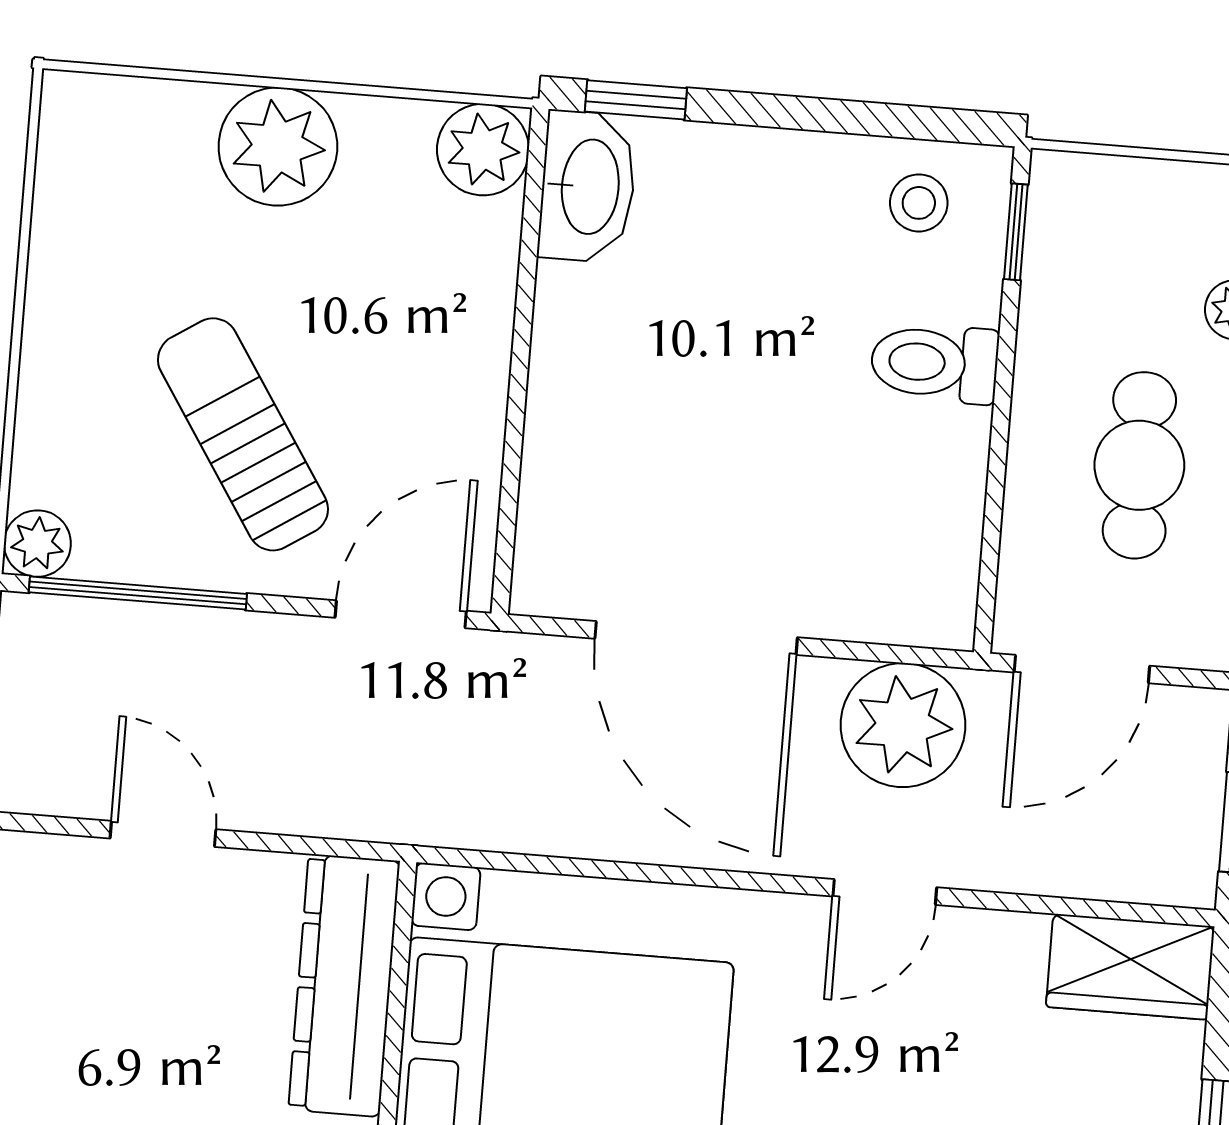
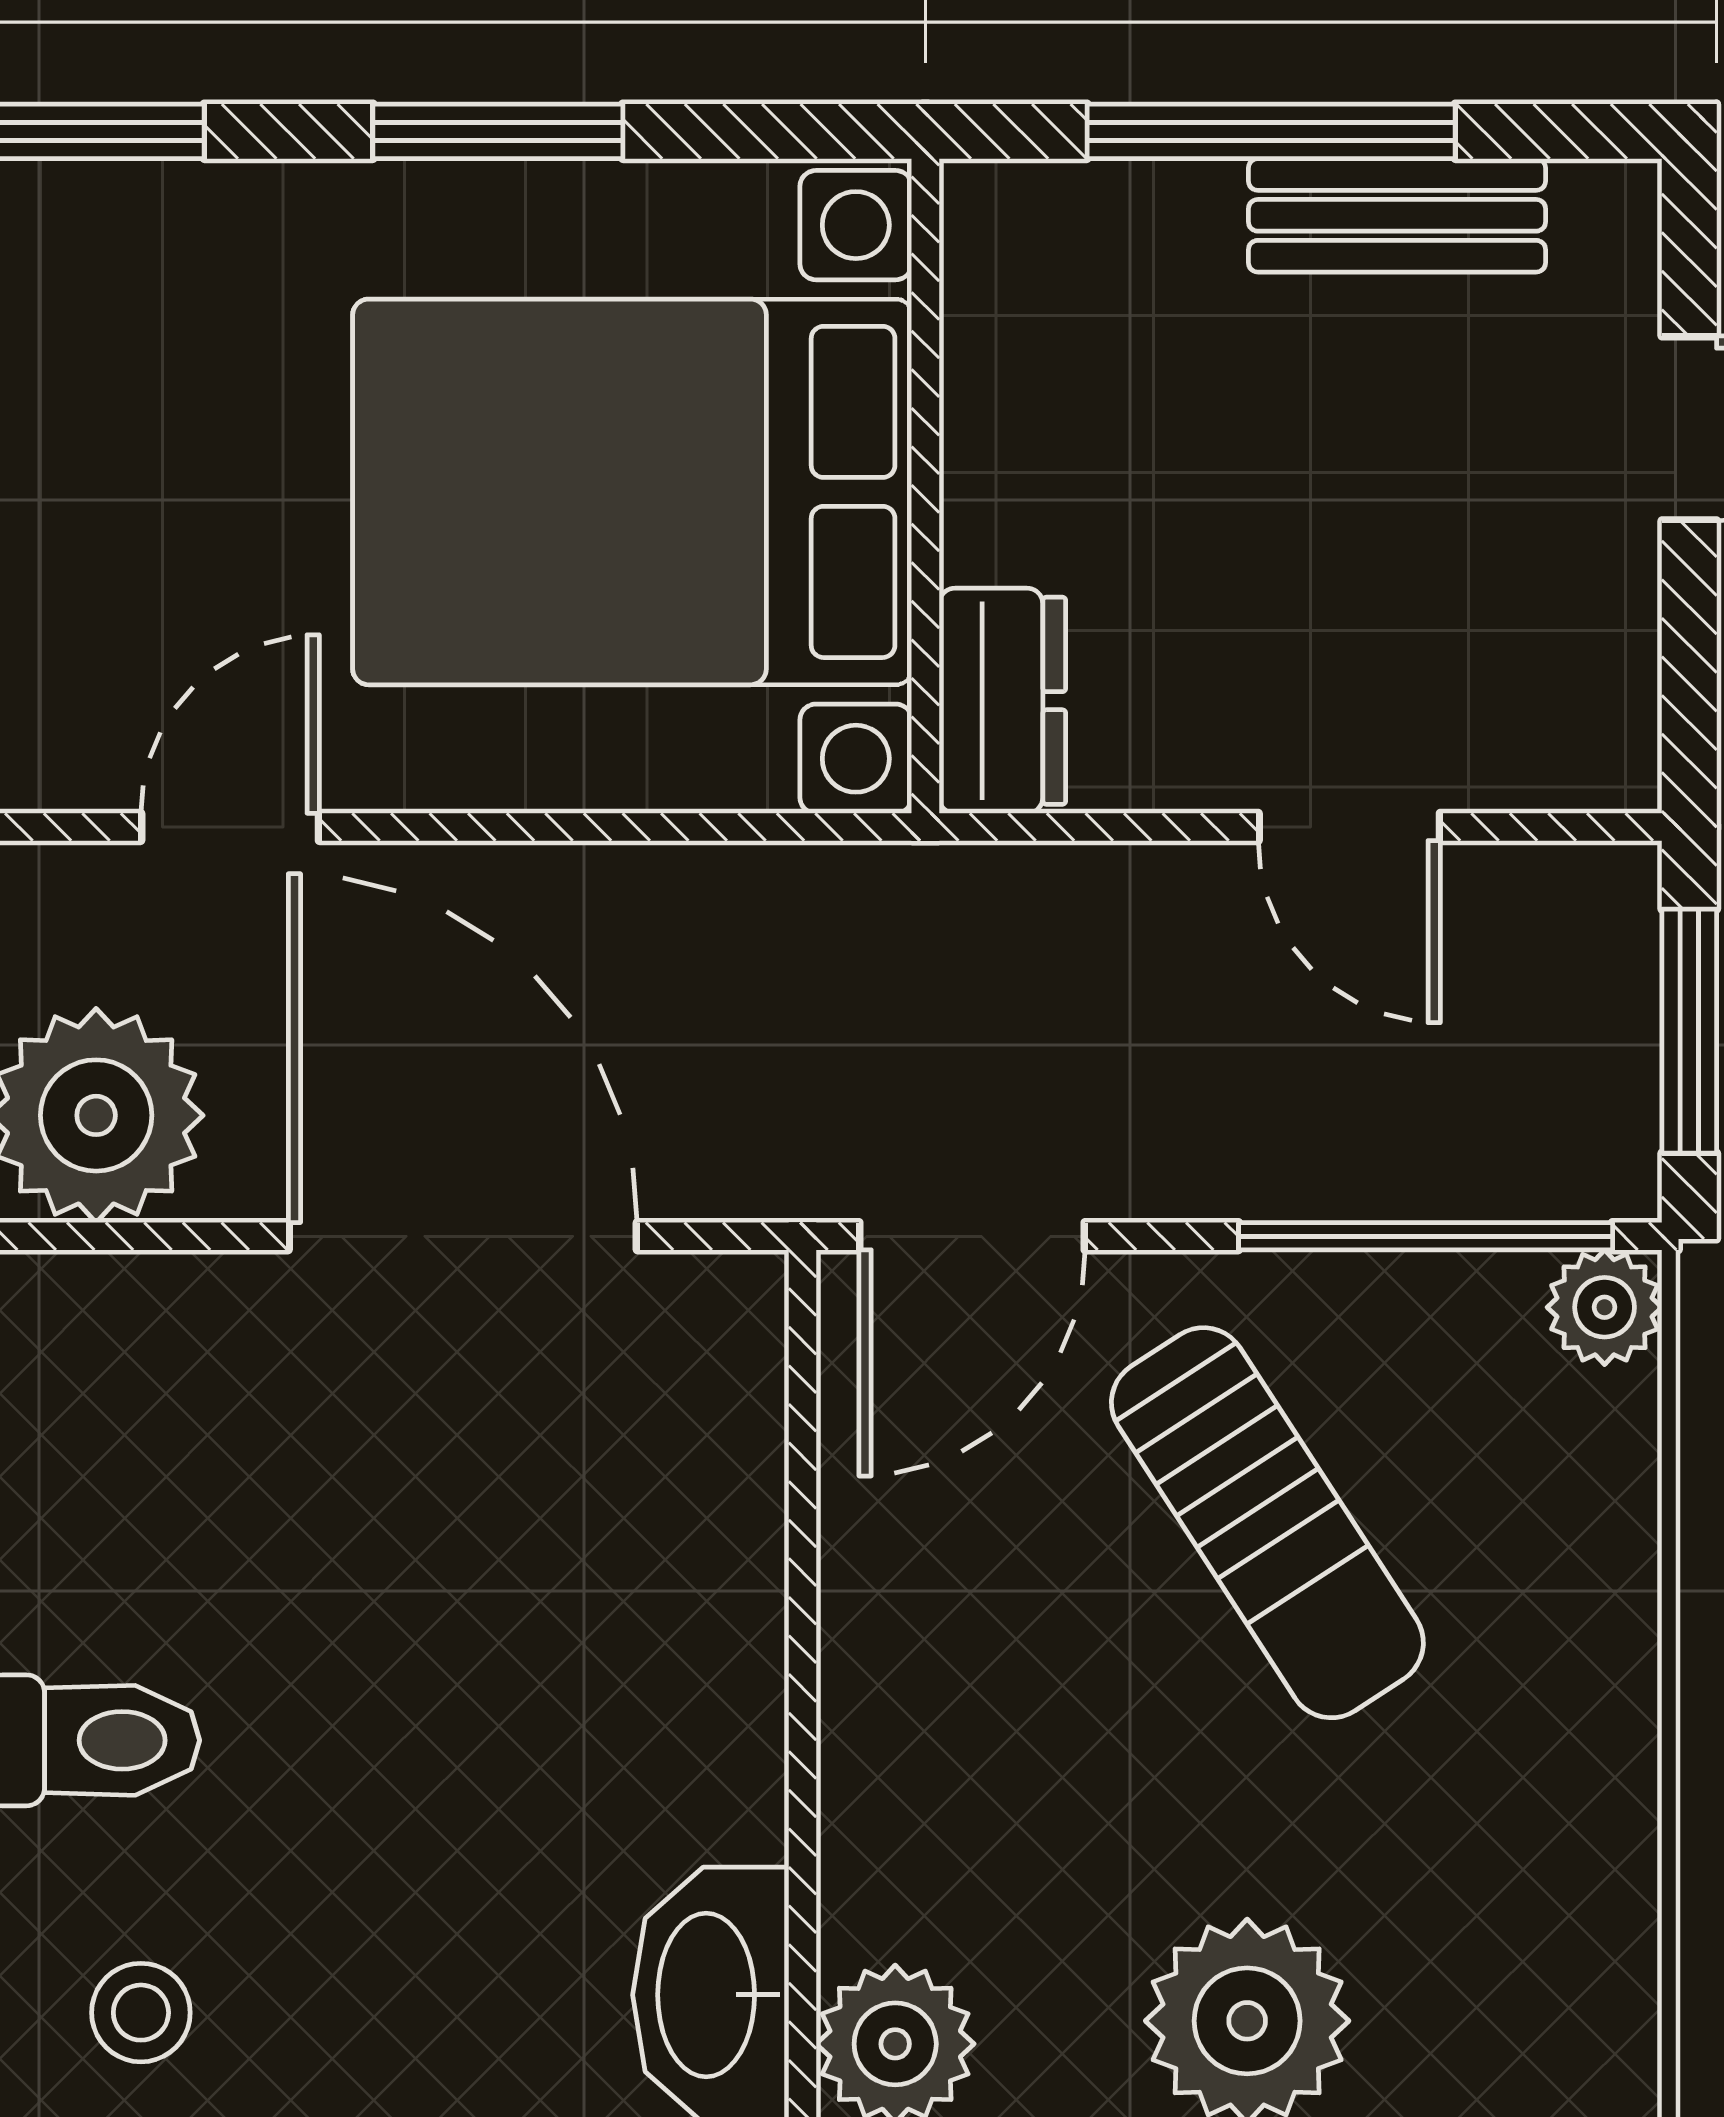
door: (885, 892) -> (230, 827), moved
dresser: (344, 985) -> (1002, 701), width x0.51, depth x0.80

